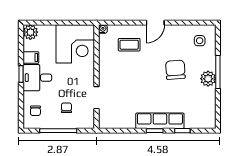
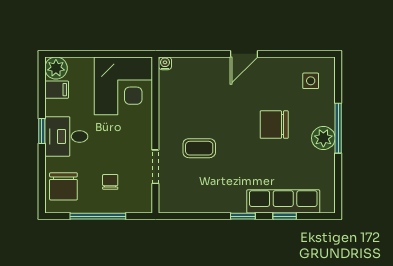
coffee table: (129, 45) -> (199, 148), moved
filing cabinet: (31, 57) -> (57, 90), moved
chair: (175, 70) -> (274, 125), turned -86
chair: (35, 111) -> (63, 186), width x1.87, depth x1.87
row of seats: (160, 121) -> (283, 201), moved

